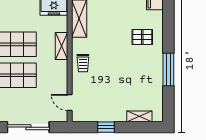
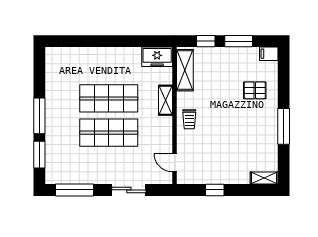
shelving: (139, 116) -> (264, 178), moved
sliding door: (28, 127) -> (129, 190), width x0.73

